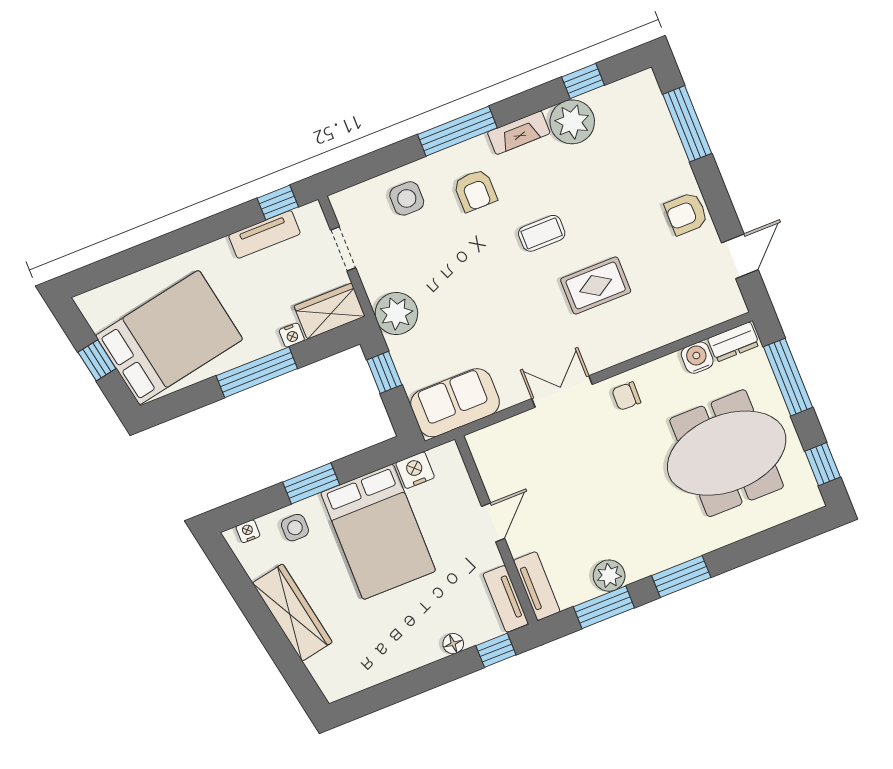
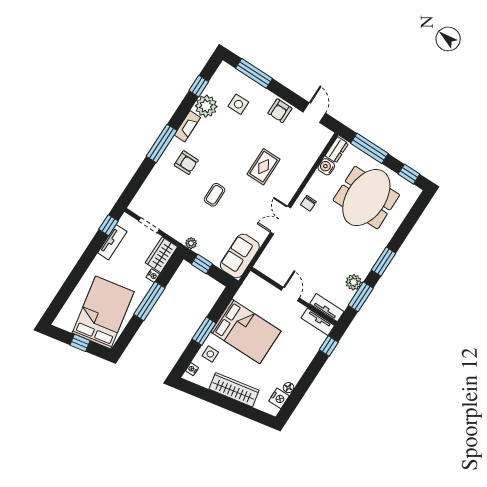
side table: (407, 198) -> (238, 104), moved
coffee table: (542, 233) -> (215, 195), moved
plant: (396, 314) -> (191, 243), width x0.53, depth x0.53
nightstand: (415, 470) -> (279, 398), moved, turned 180
floor lamp: (453, 644) -> (289, 388), moved

